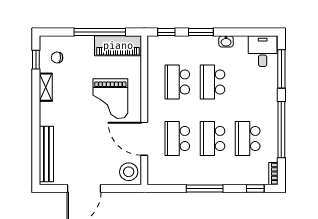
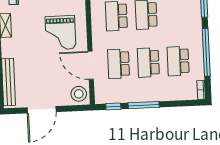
window: (255, 188) -> (113, 106), moved

